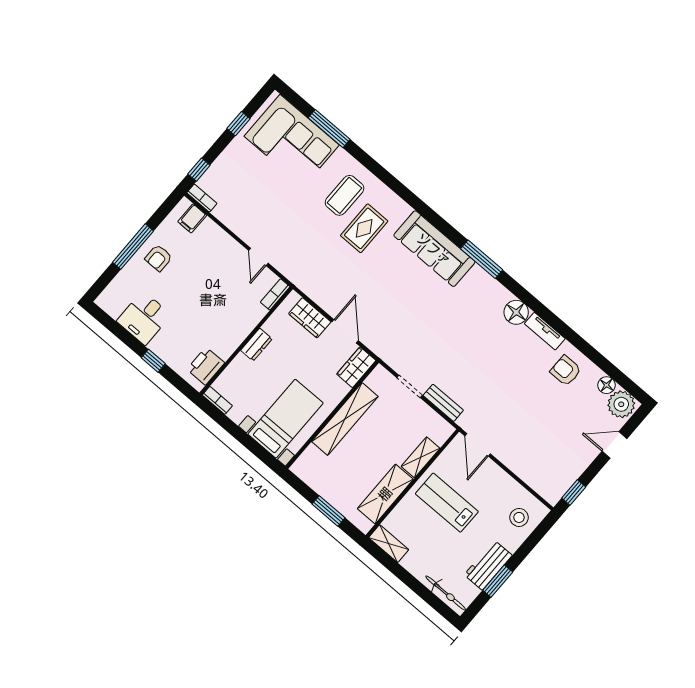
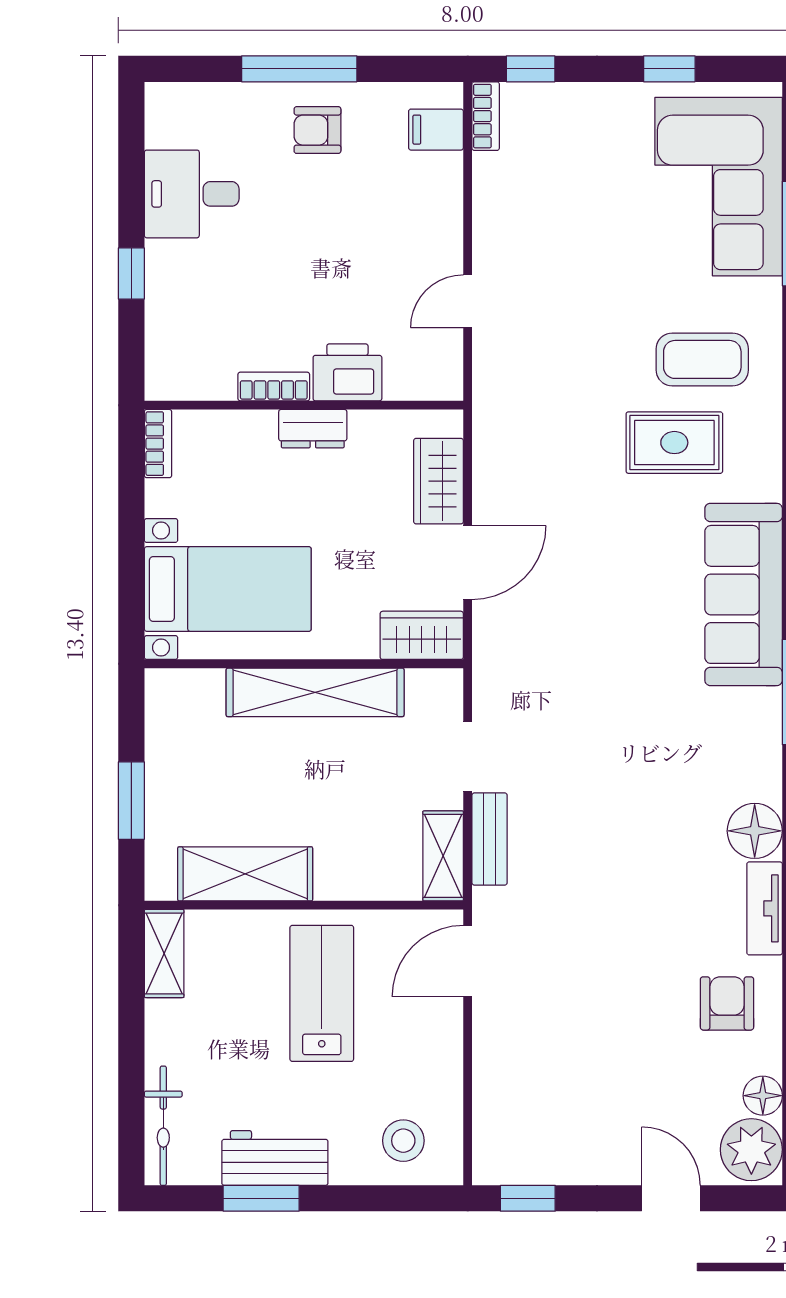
bookcase: (275, 294) -> (274, 387), moved
printer: (206, 366) -> (347, 372), moved
shelving: (421, 457) -> (443, 856), moved, turned 90

